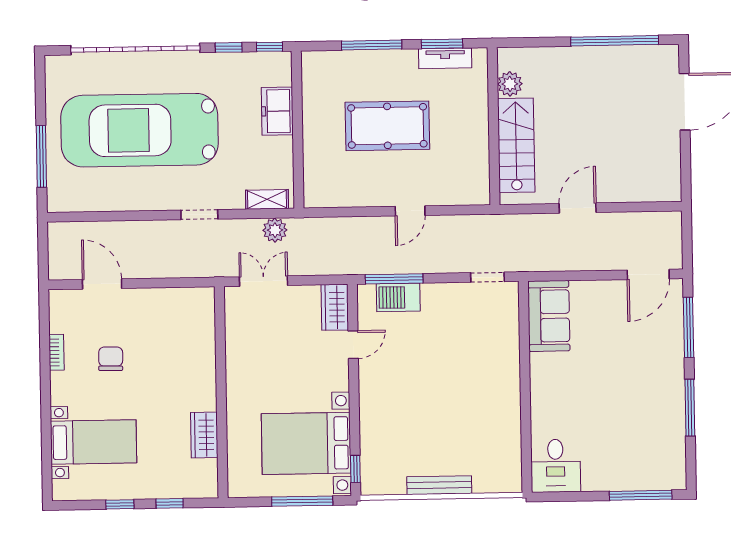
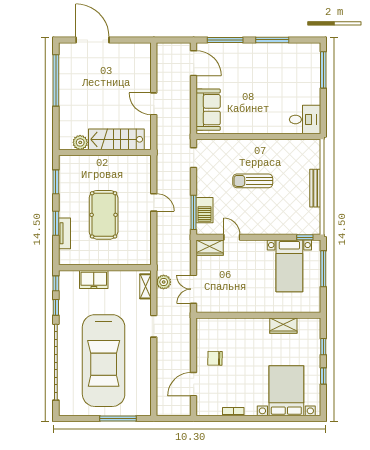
window: (372, 45) -> (56, 223), width x0.69
tv unit: (445, 58) -> (64, 233), moved
sofa: (549, 316) -> (208, 110), moved, turned 90
chair: (111, 359) -> (215, 358), moved
sun lounger: (450, 378) -> (253, 181), added
bed with nightstands: (94, 442) -> (286, 391), width x1.36
bed with nightstands: (306, 443) -> (289, 266), width x0.73

